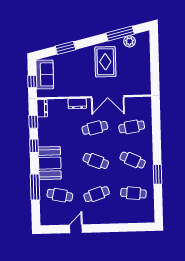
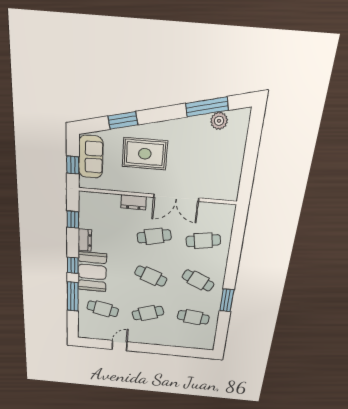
rug: (105, 62) -> (145, 154), moved, turned 90
dresser: (42, 108) -> (85, 240), moved
window: (34, 146) -> (73, 265), moved

